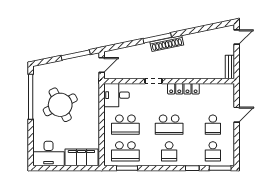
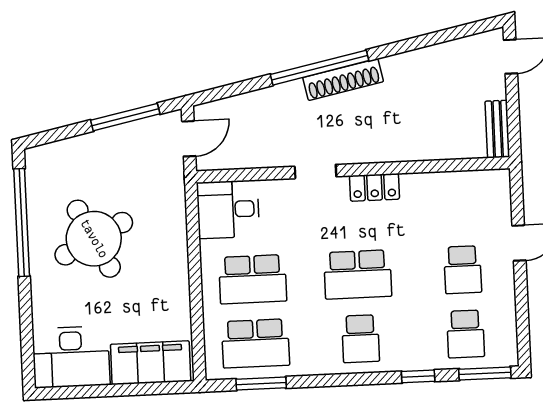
window: (157, 38) -> (320, 68), width x1.46
locker: (183, 89) -> (374, 187), width x0.66

